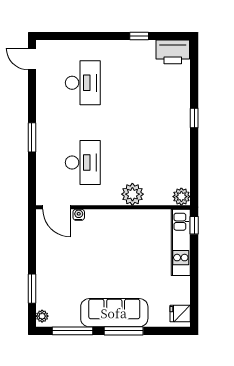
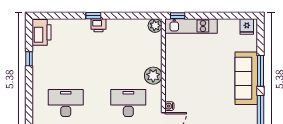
printer: (182, 124) -> (98, 25), added
plant: (132, 194) -> (153, 76), moved

